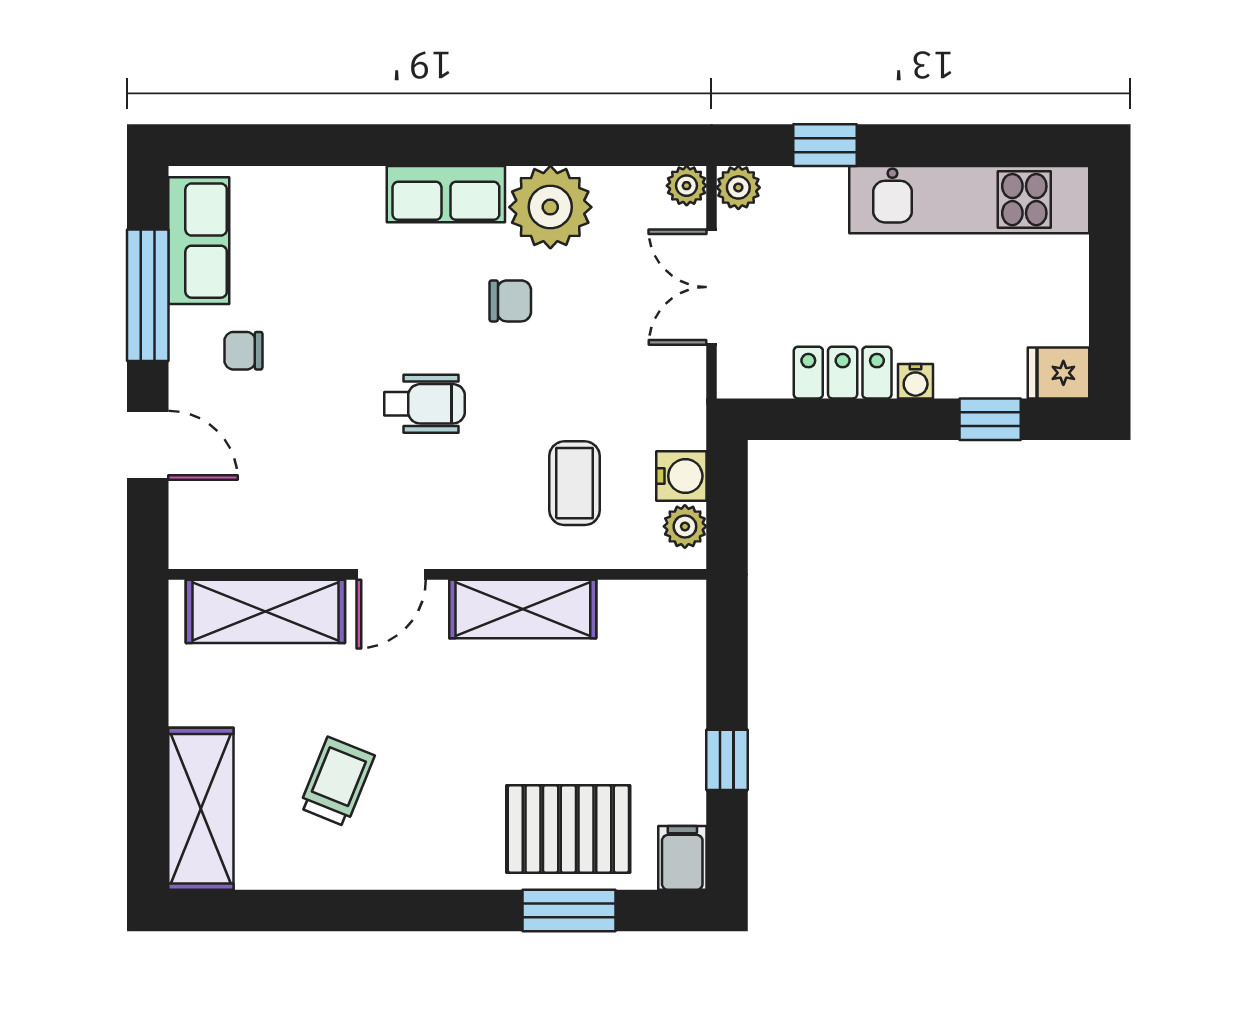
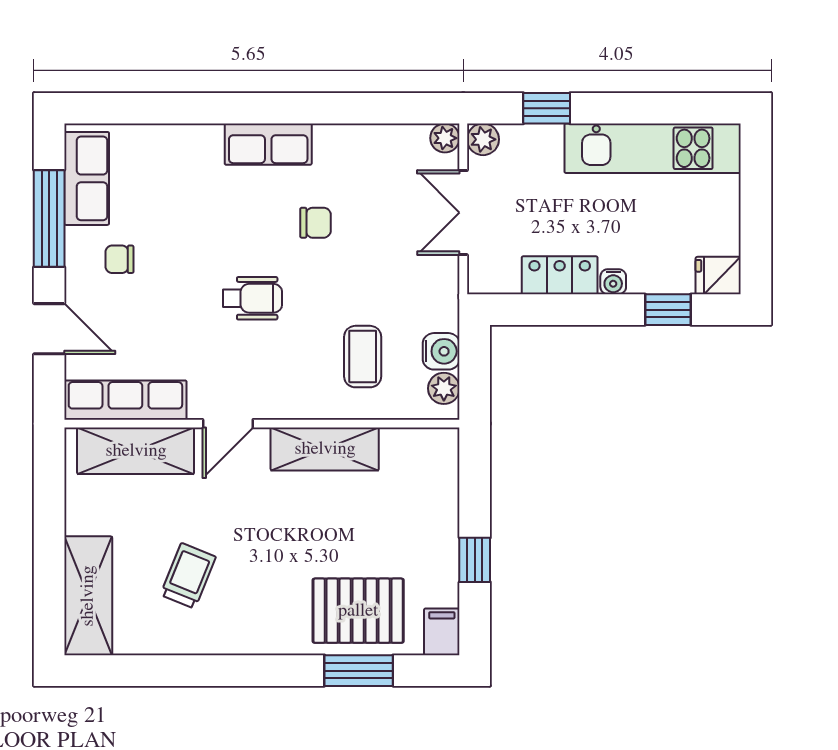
plant: (550, 207) -> (345, 154), removed
row of seats: (252, 542) -> (125, 400), added

